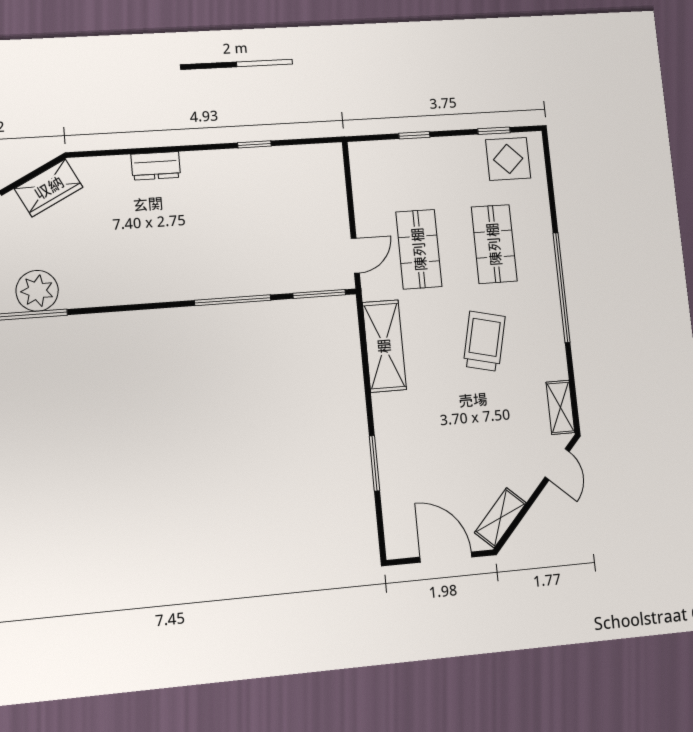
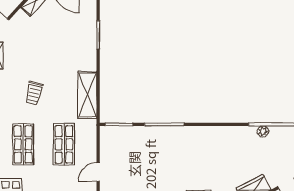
door: (355, 256) -> (98, 172), moved
plant: (37, 291) -> (263, 131), width x0.53, depth x0.53
trolley: (484, 341) -> (34, 93), width x0.73, depth x0.72

